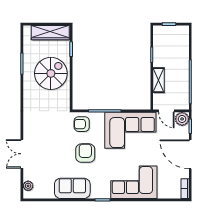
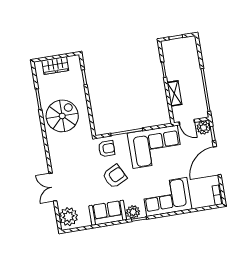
wardrobe: (50, 33) -> (55, 65), width x0.67
spiral stairs: (51, 73) -> (62, 116), moved
armchair: (82, 124) -> (107, 149), turned 180
armchair: (85, 153) -> (115, 176), turned 63
door: (190, 154) -> (217, 161), hinge flipped
plant: (28, 186) -> (68, 217), width x1.88, depth x1.88
plant: (98, 192) -> (133, 212), added

